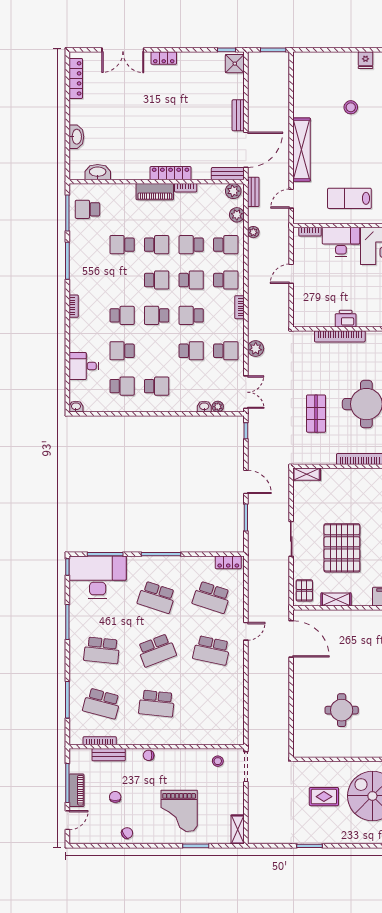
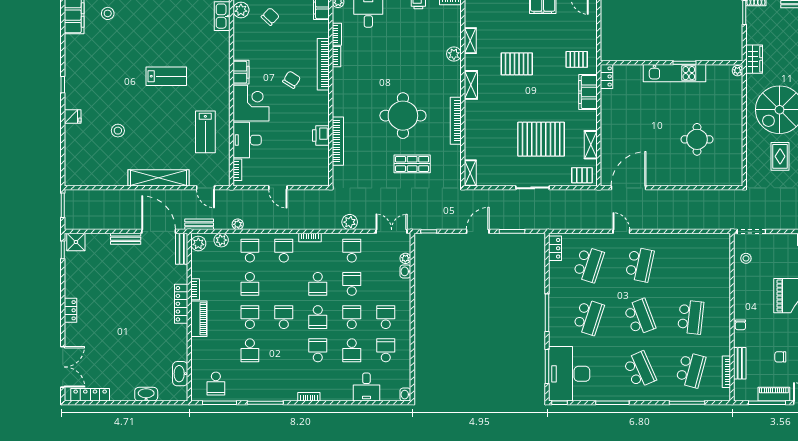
double door: (123, 50) -> (63, 367), moved
school desk: (191, 280) -> (352, 317), moved
school desk: (102, 650) -> (640, 370), turned -30

